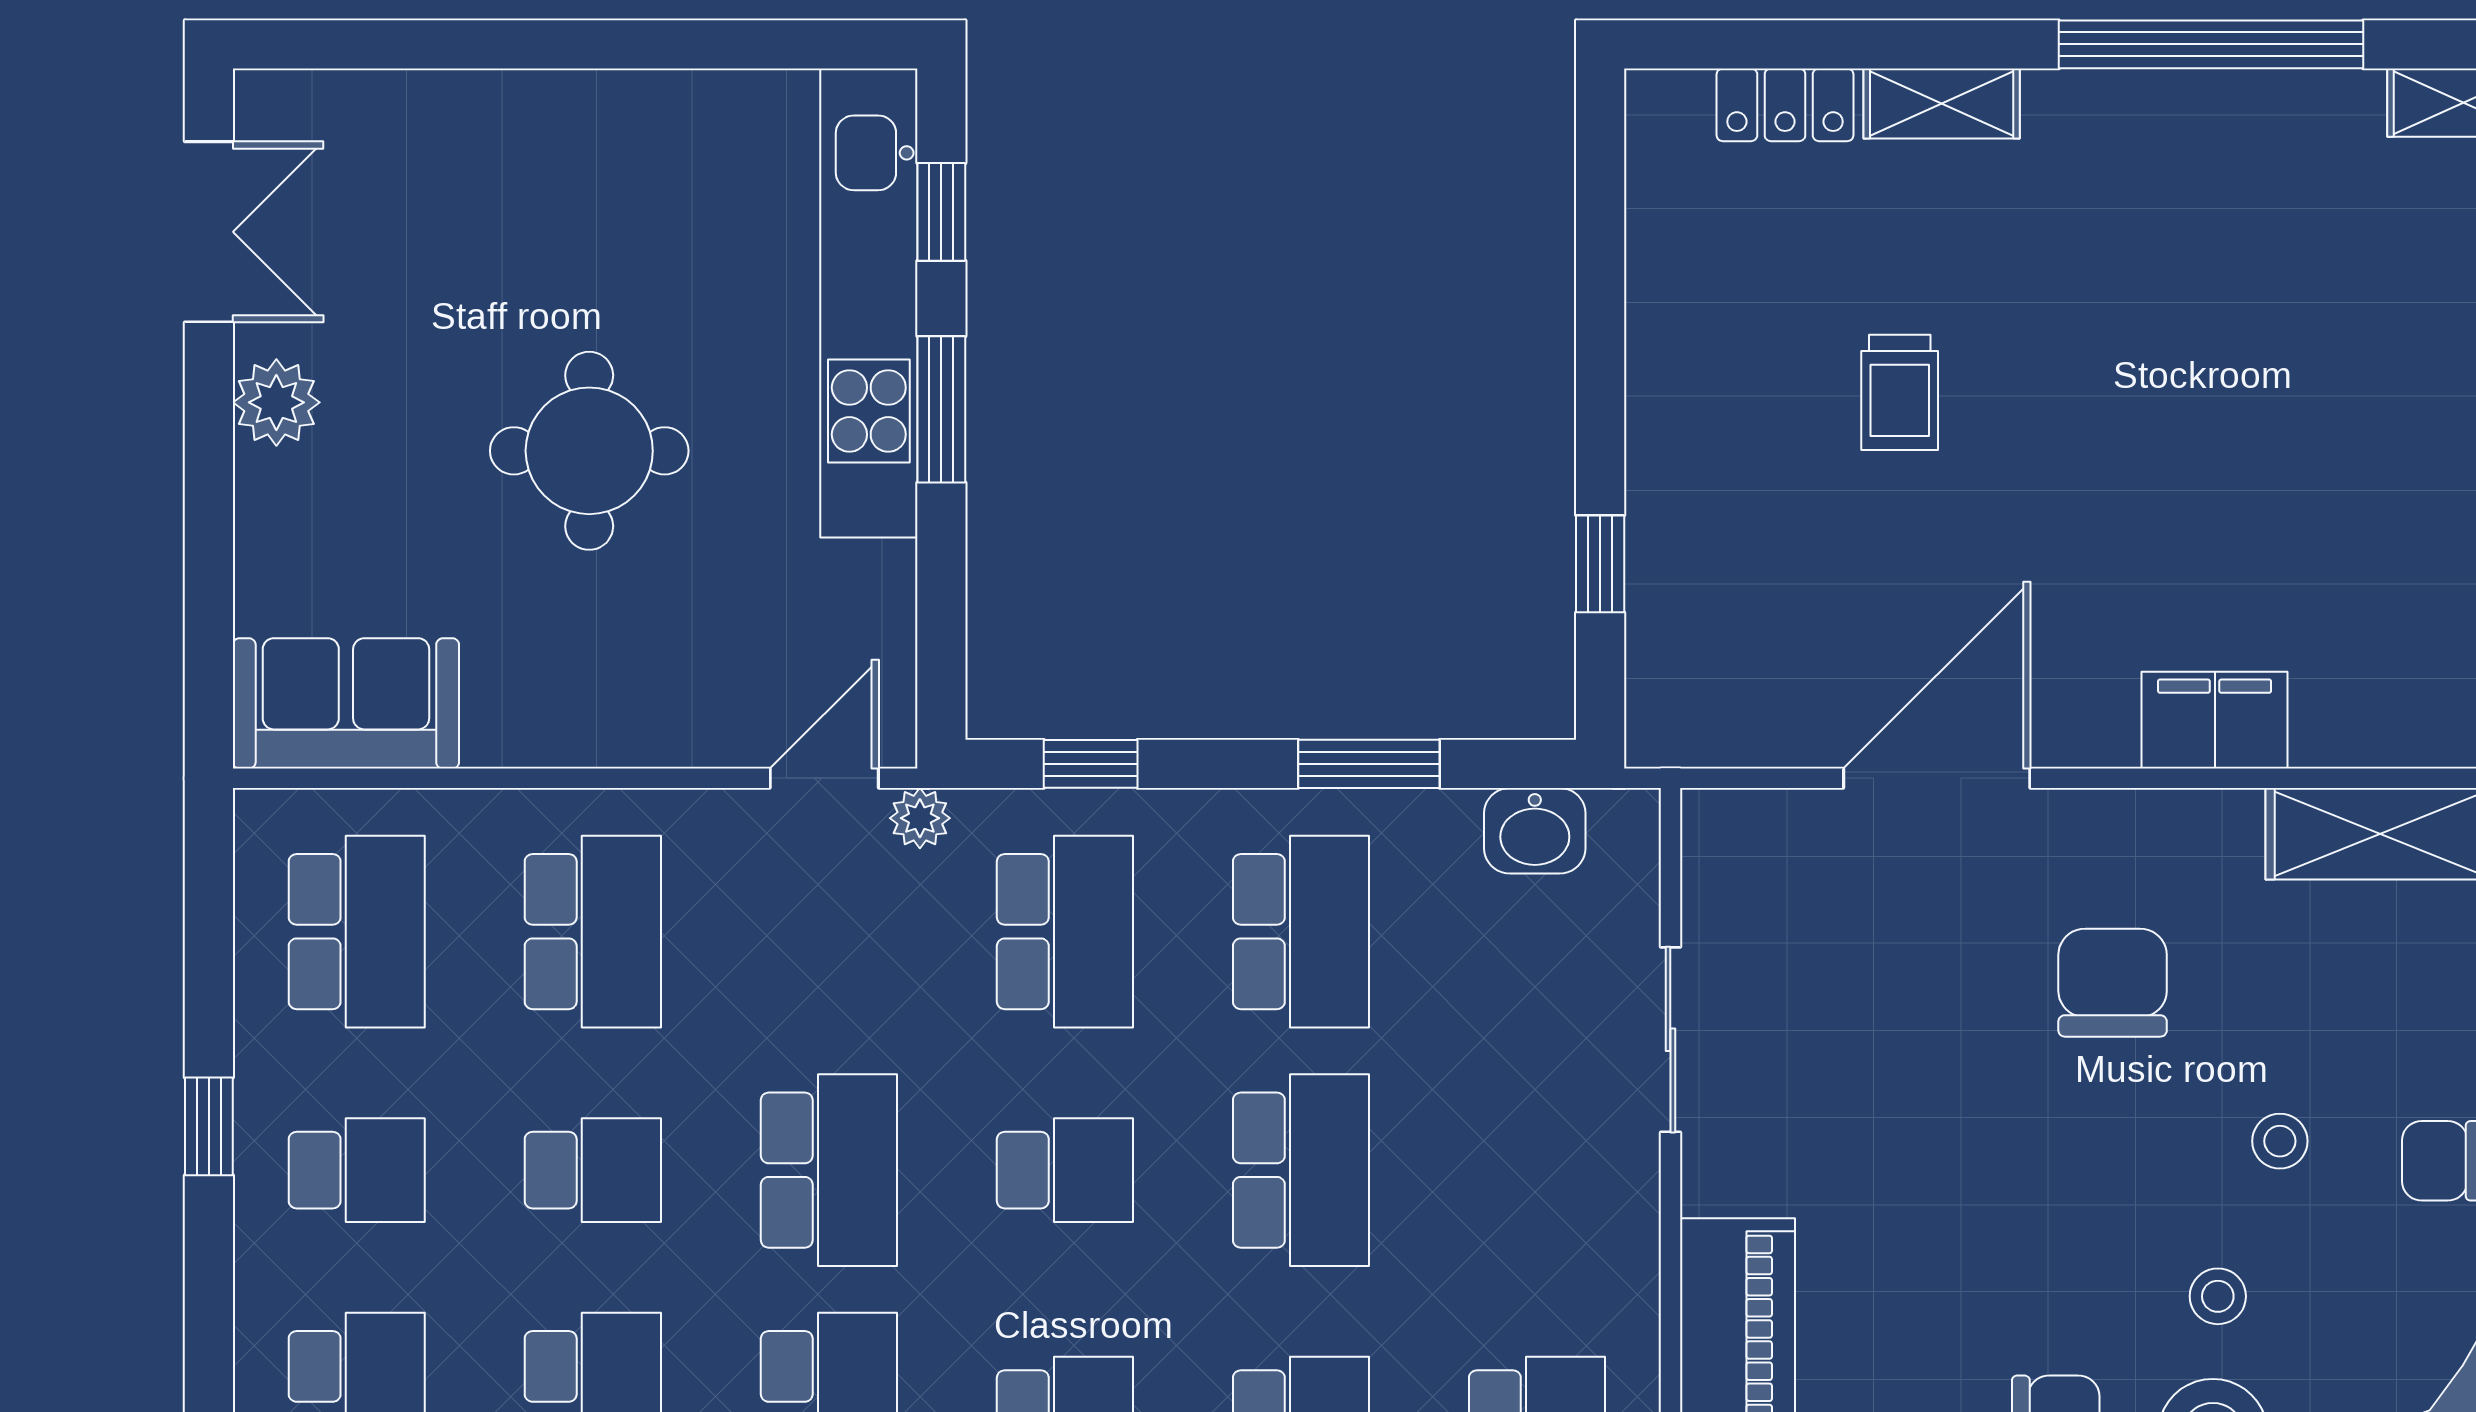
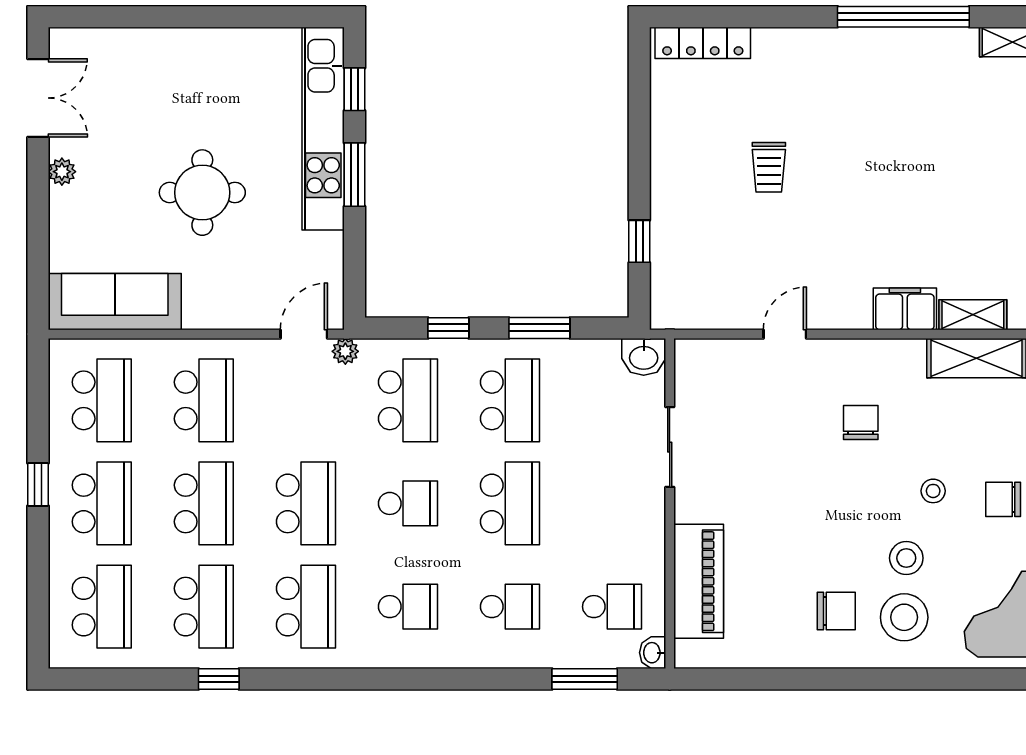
shelving: (1942, 104) -> (973, 315), moved
locker: (1785, 105) -> (703, 43), width x1.53
plant: (276, 402) -> (62, 172), width x0.73, depth x0.73
sofa: (346, 703) -> (115, 302), width x1.36
window: (1091, 764) -> (448, 328), moved
door: (1937, 778) -> (785, 334), width x0.53
washbasin: (1535, 831) -> (644, 357), moved
chair: (2113, 983) -> (861, 422), width x0.73, depth x0.73
school desk: (357, 1170) -> (102, 503), width x1.85
school desk: (593, 1170) -> (204, 503), width x1.85
stool: (2218, 1296) -> (906, 558), width x1.37, depth x1.37

